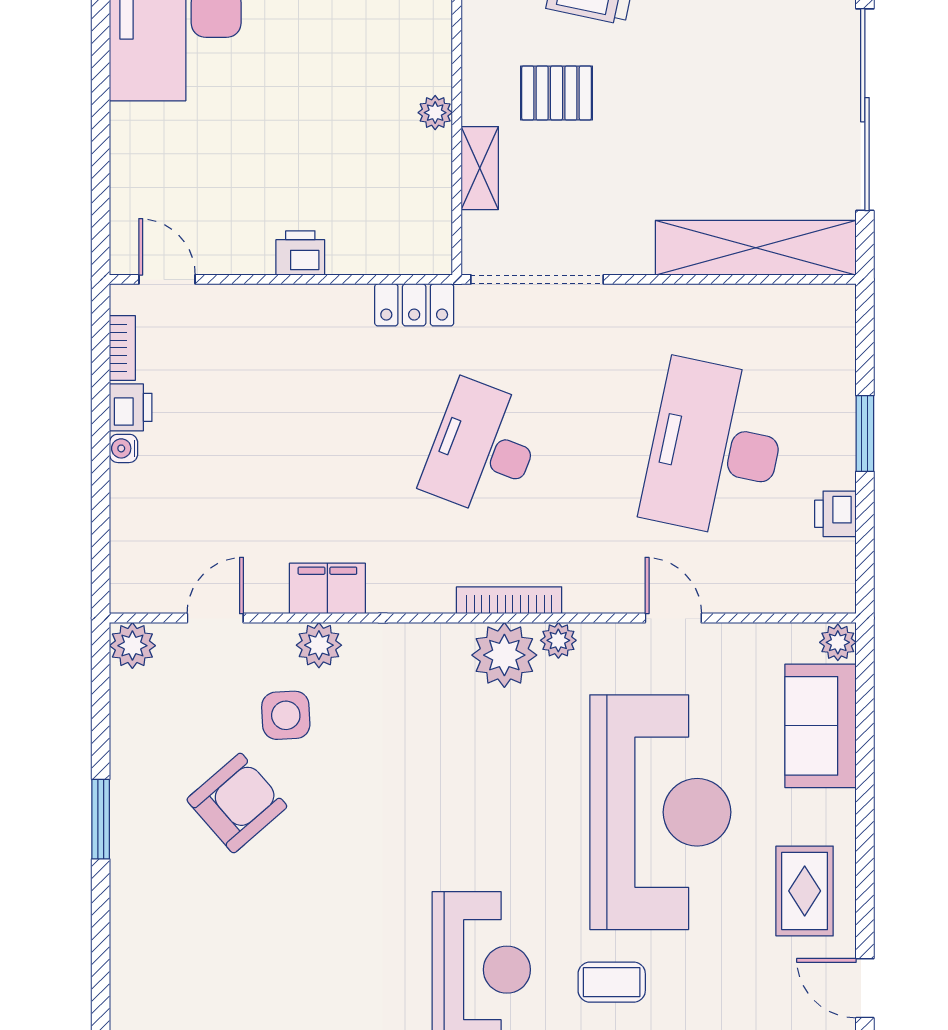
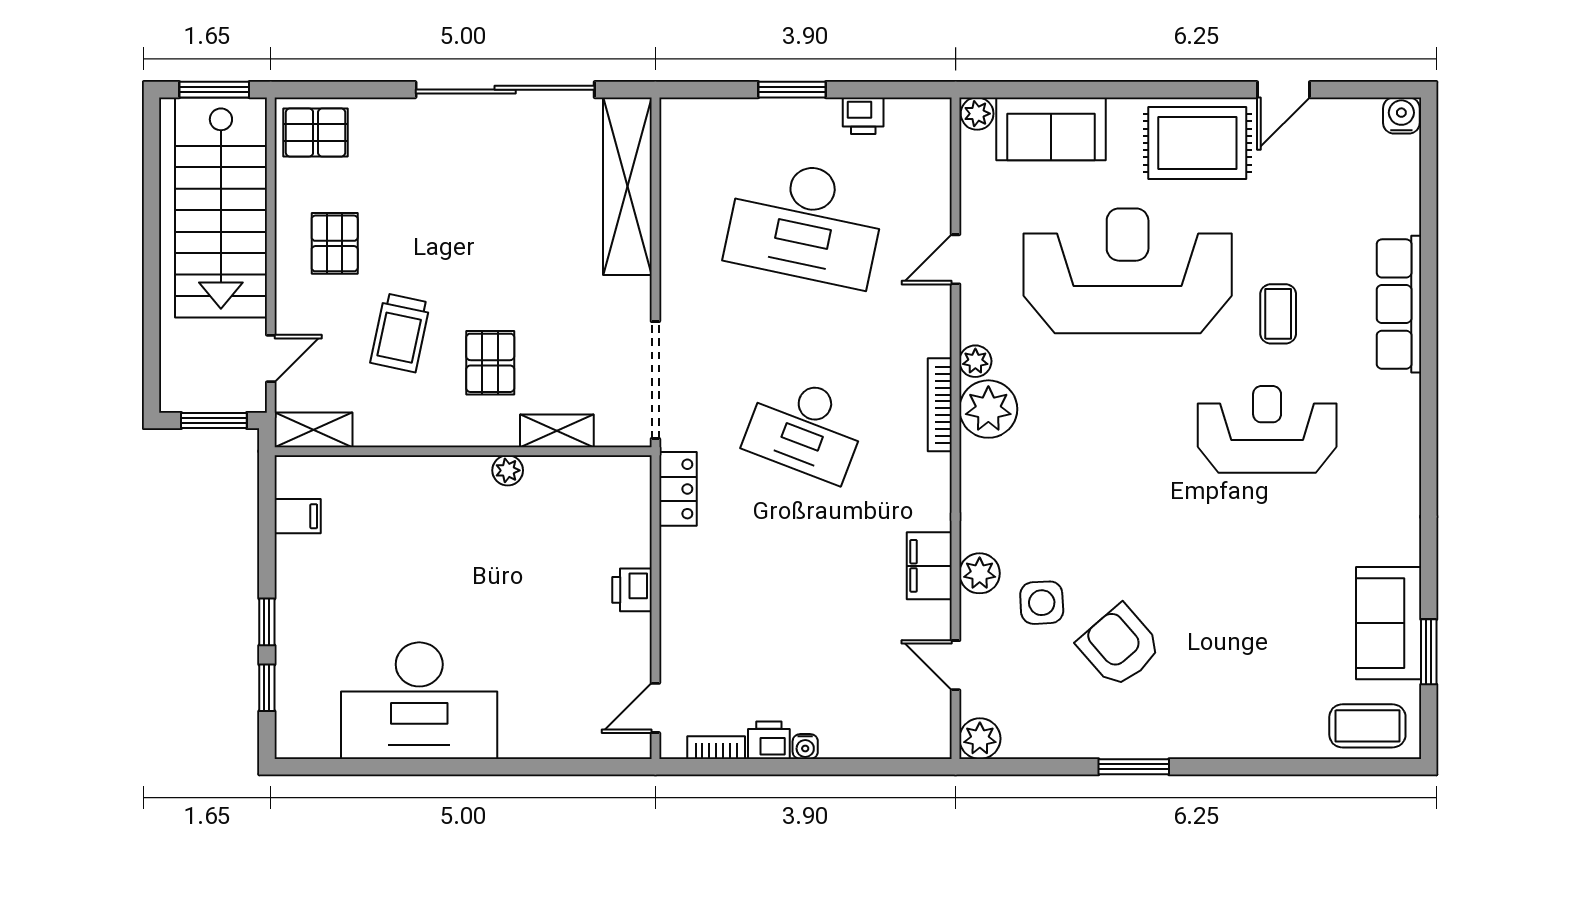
rug: (805, 891) -> (1197, 143), width x1.36, depth x1.43

